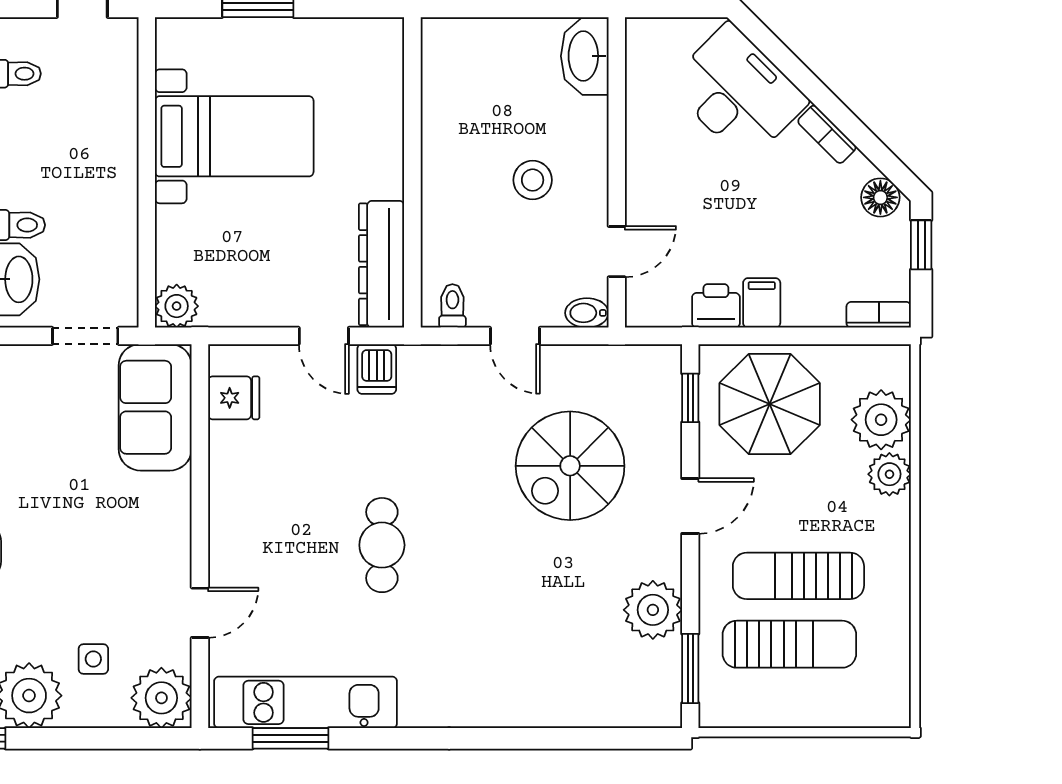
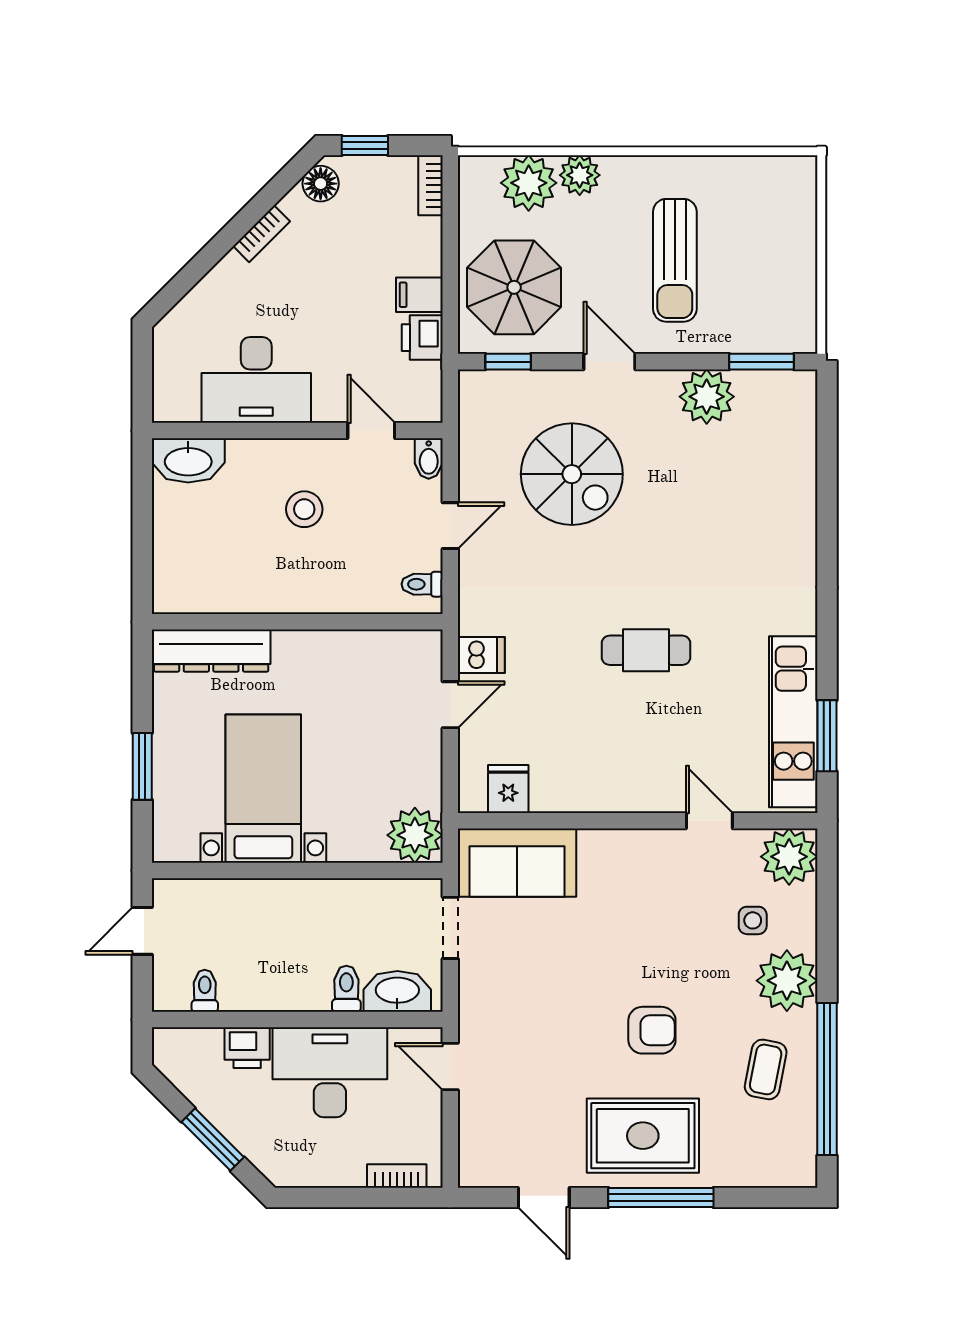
desk: (738, 93) -> (256, 380), moved, turned -135
dresser: (382, 264) -> (211, 651), moved
plant: (177, 306) -> (415, 835), width x1.36, depth x1.36
sun lounger: (789, 644) -> (739, 269), removed

